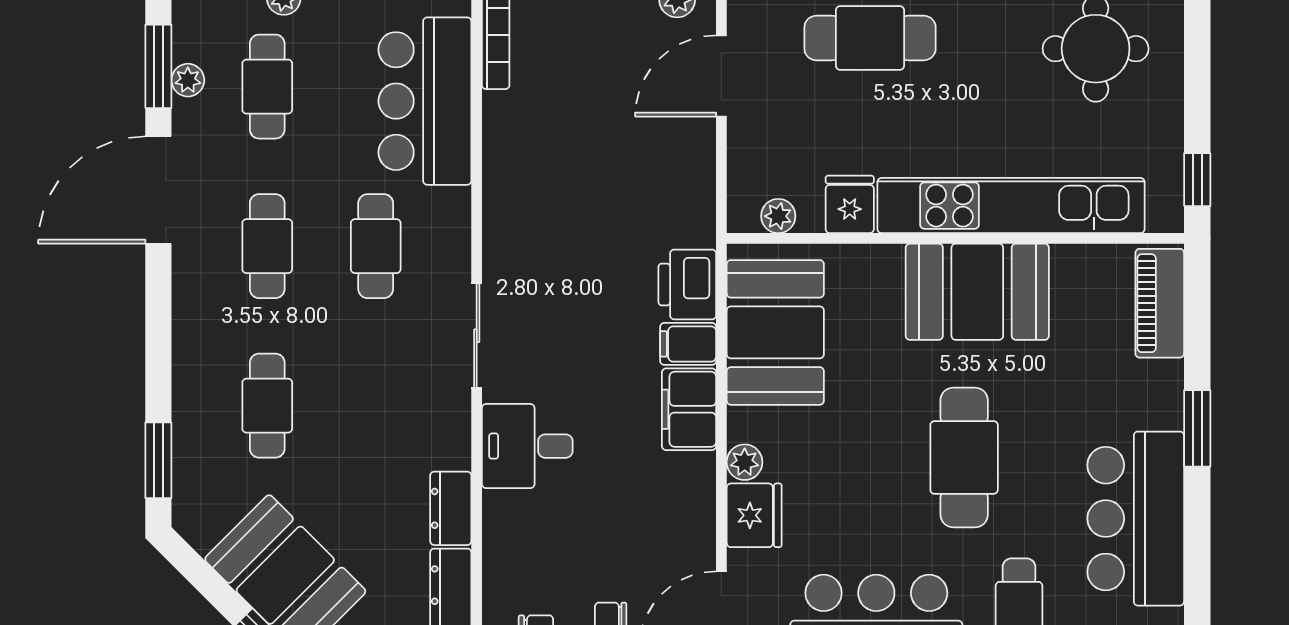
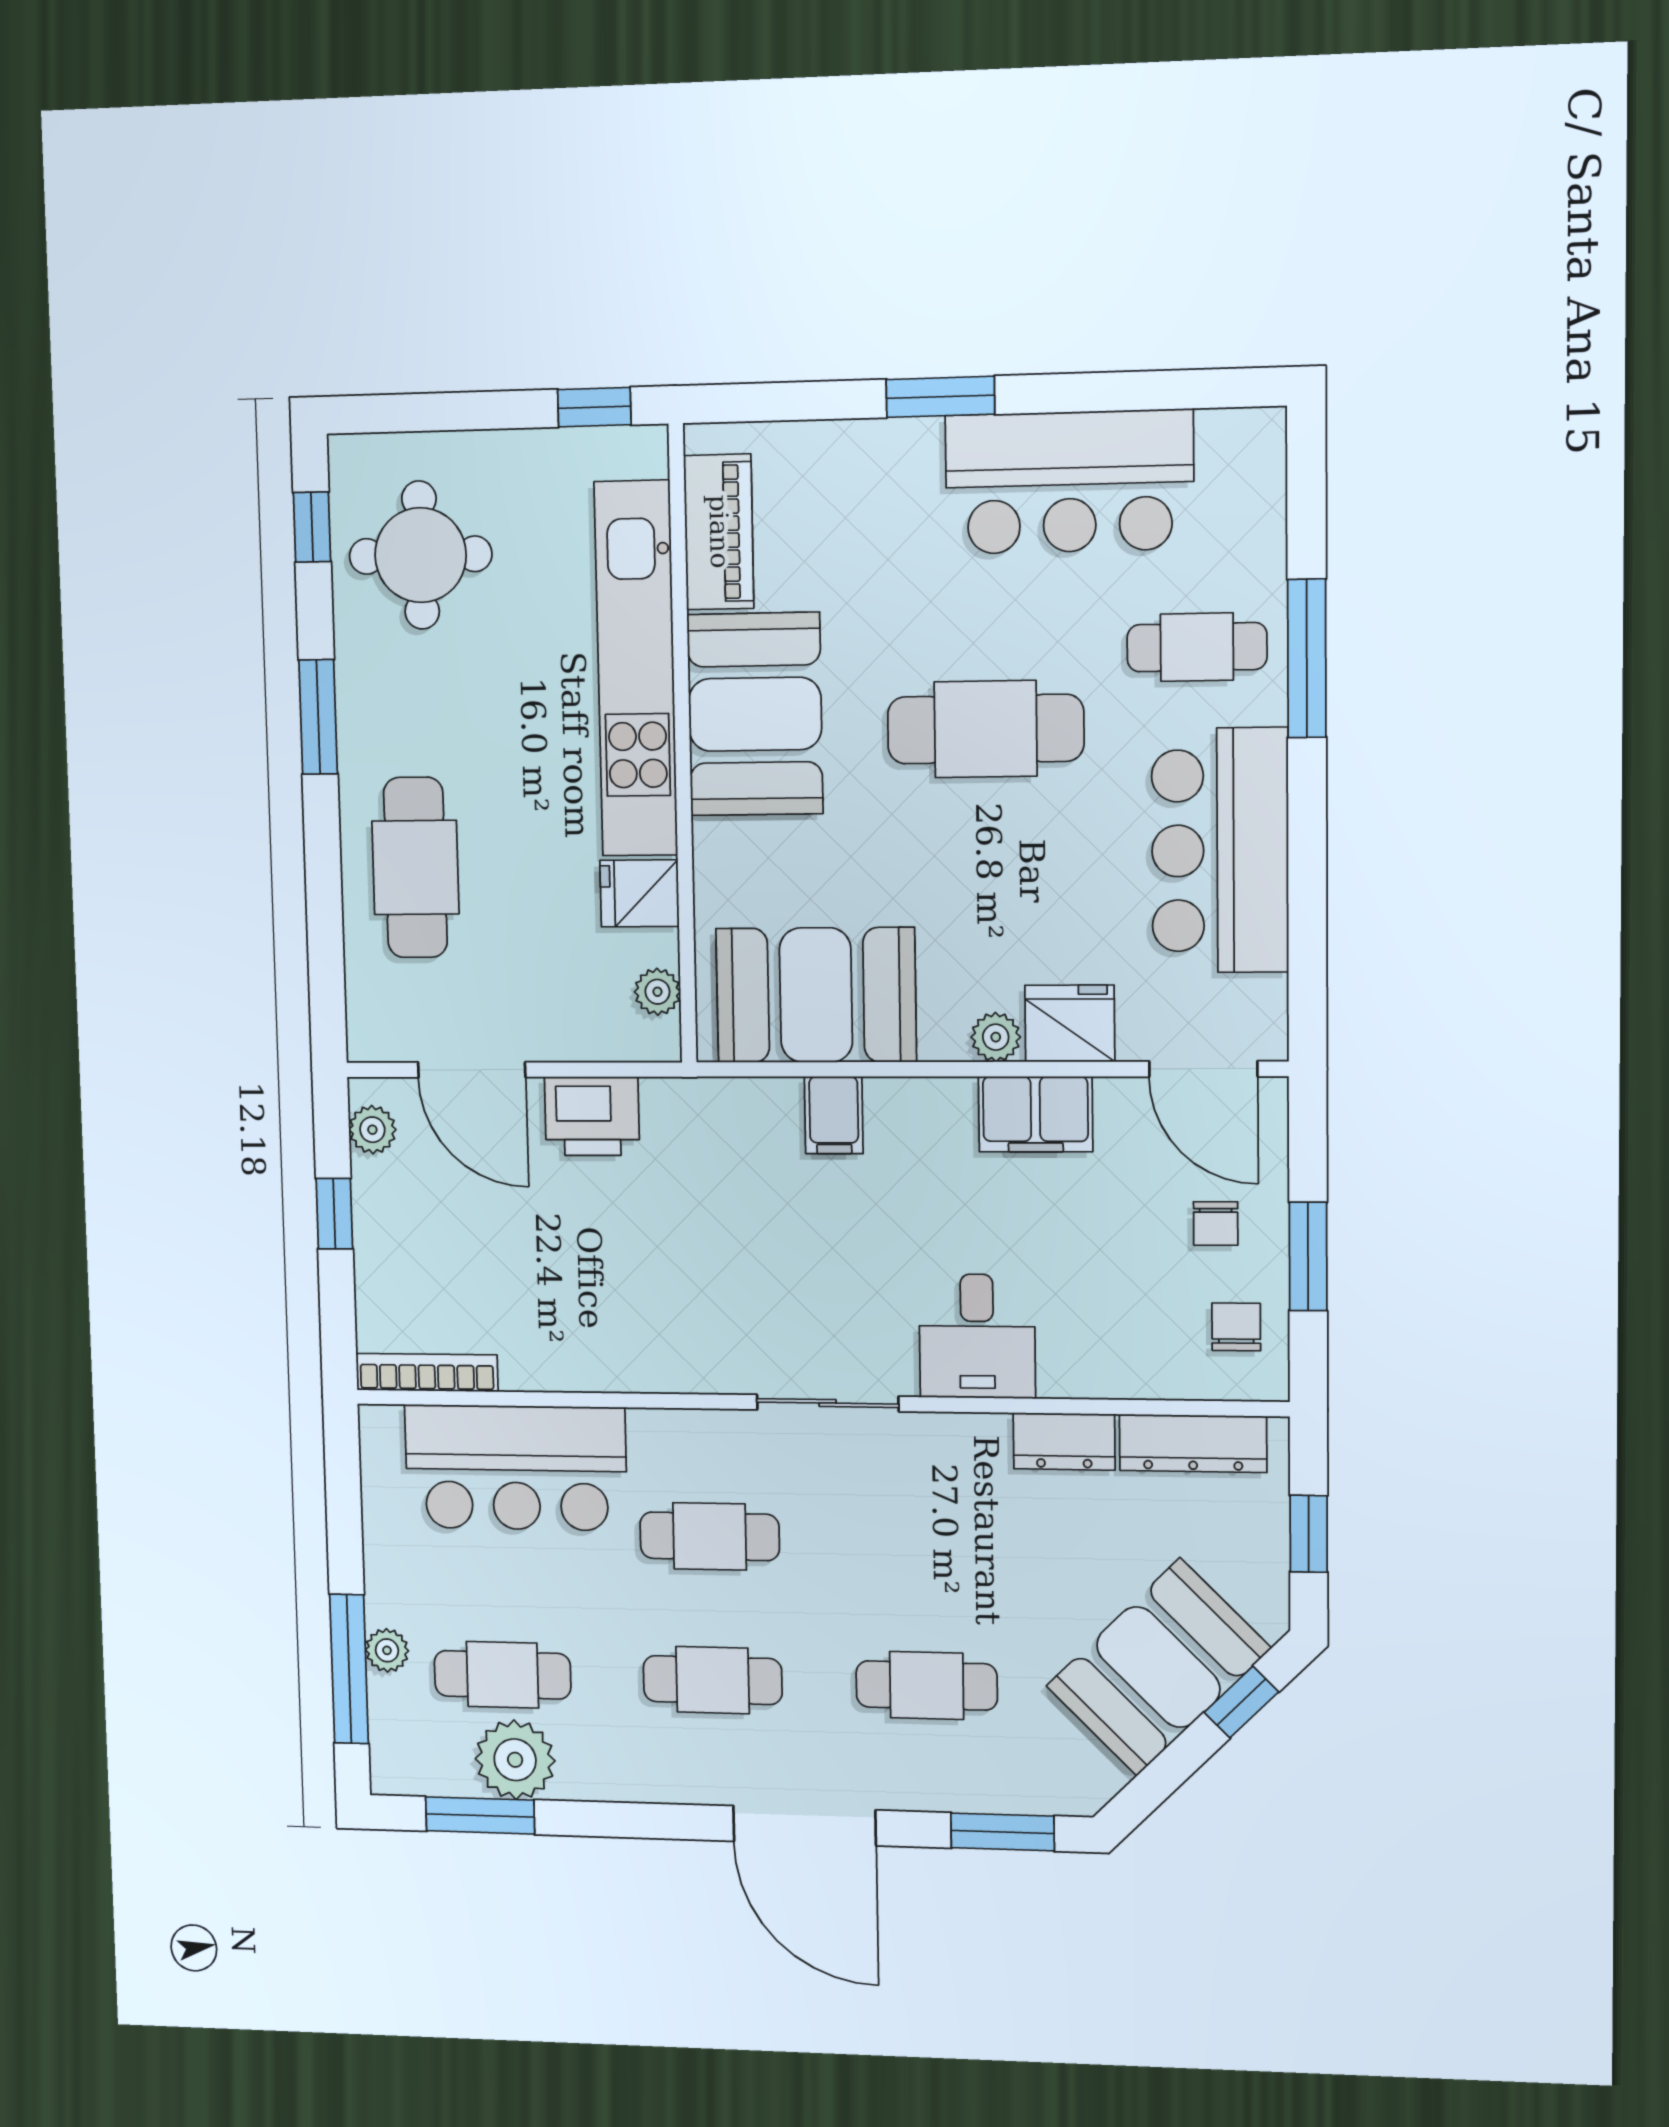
plant: (188, 80) -> (515, 1760), width x1.87, depth x1.87
door: (158, 190) -> (804, 1826), moved
printer: (687, 284) -> (592, 1116), moved
piano: (1160, 303) -> (719, 532), moved, turned -90
filing cabinet: (689, 409) -> (1035, 1114), moved

